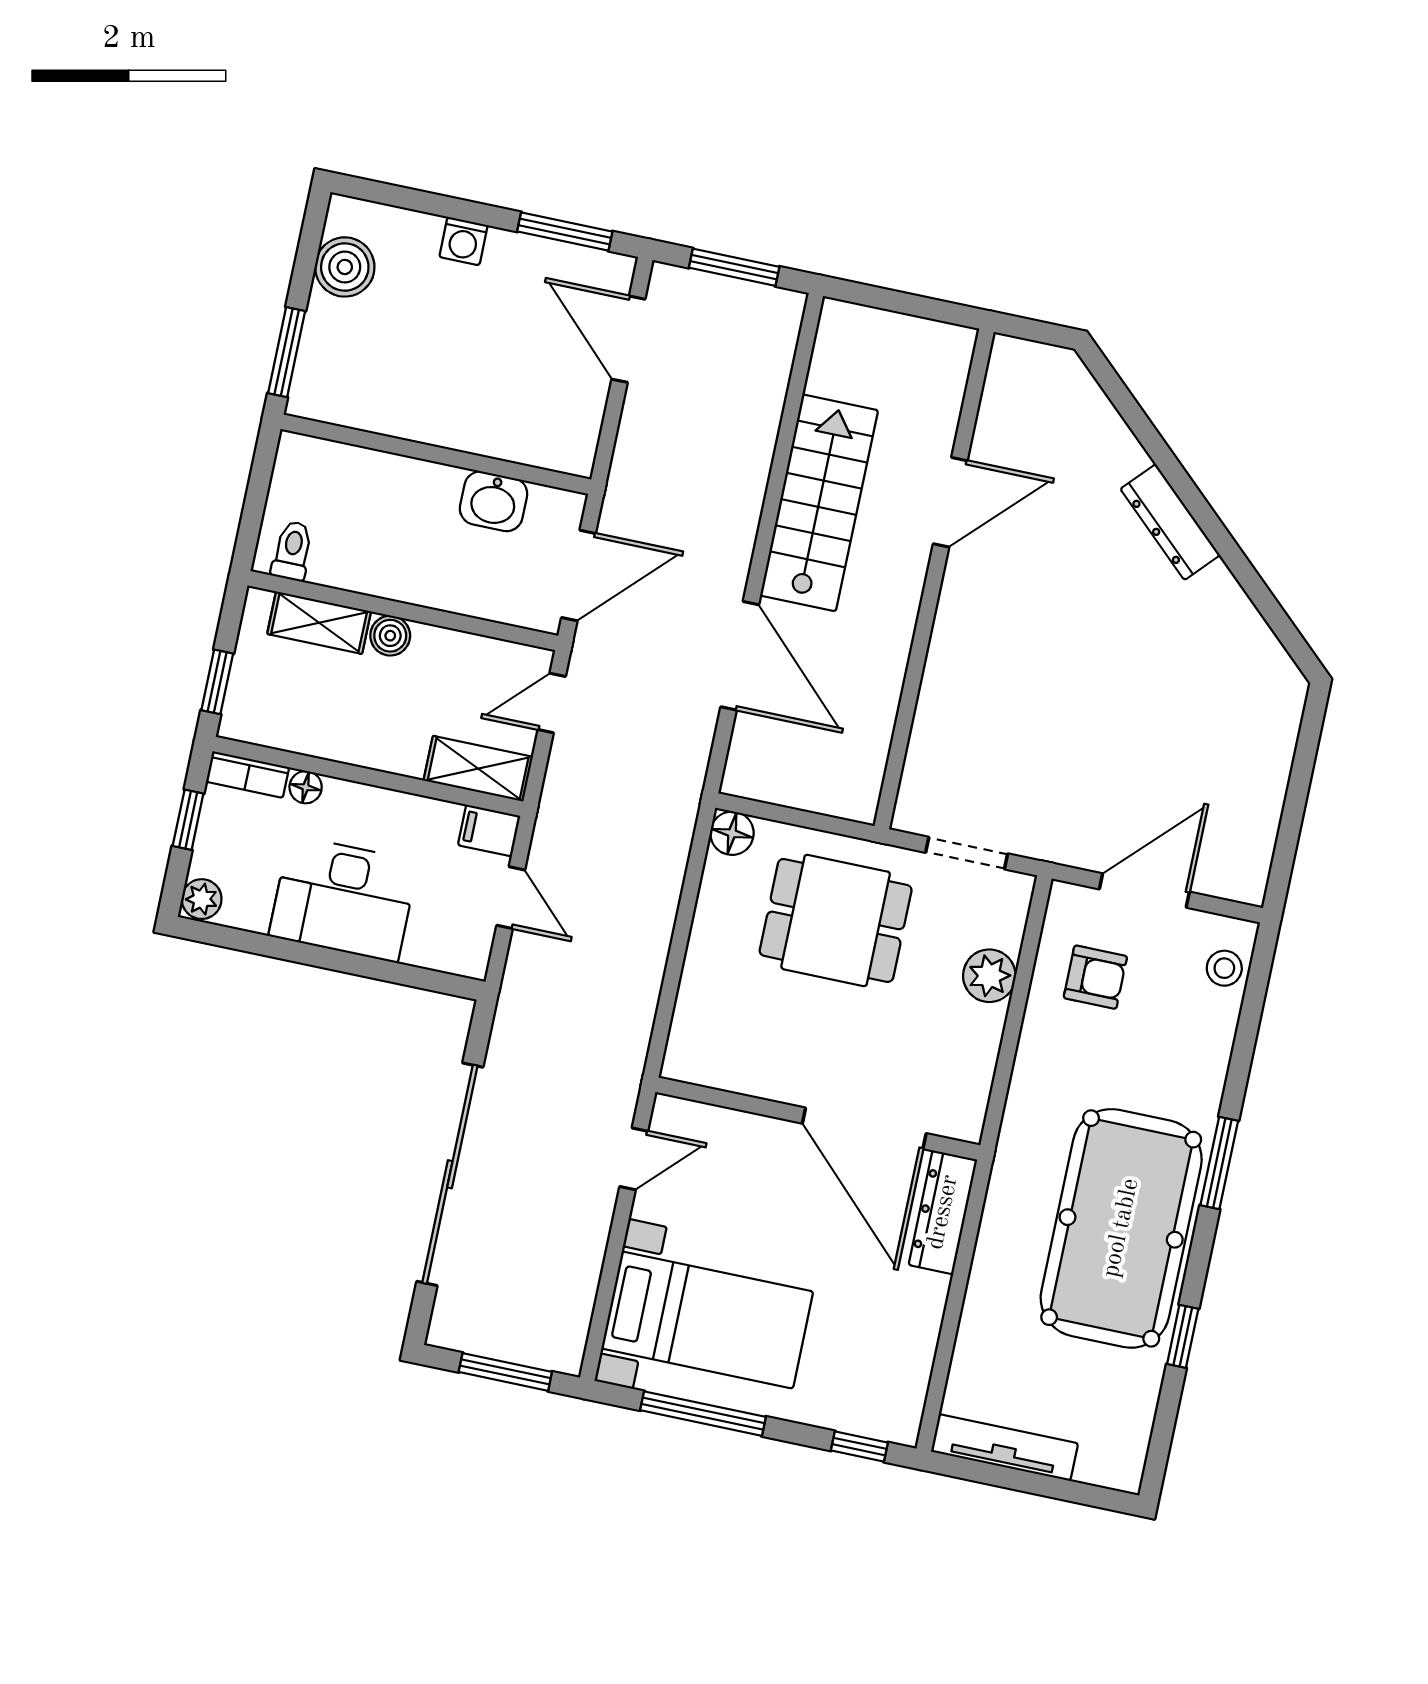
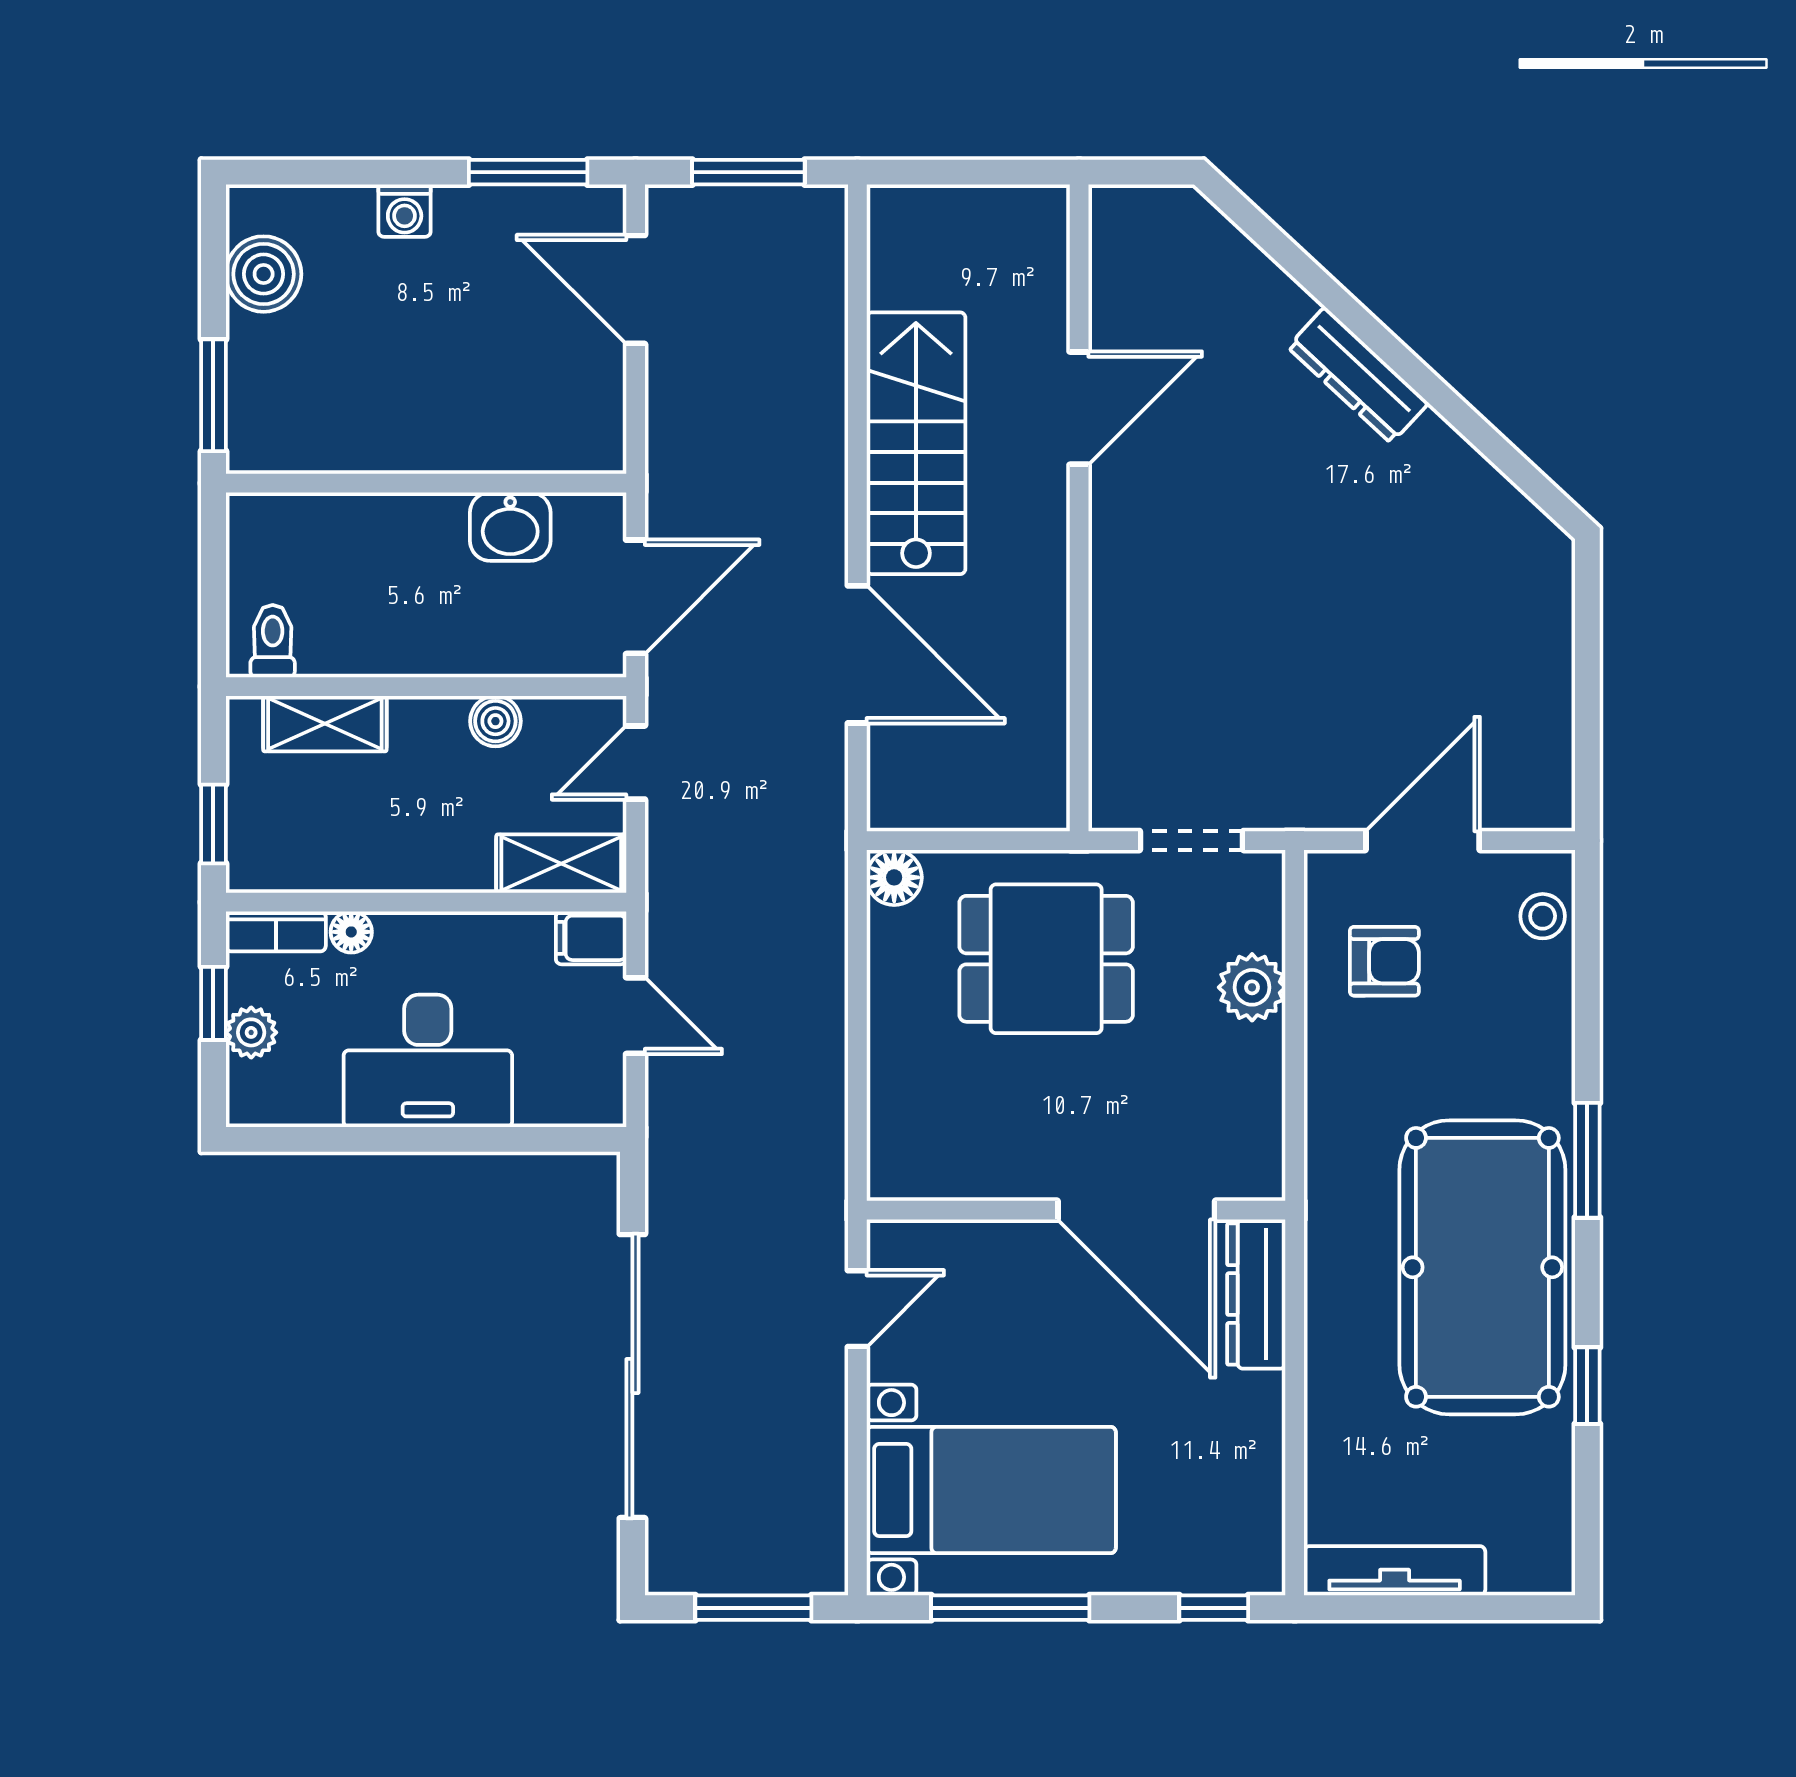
boiler: (390, 636) -> (495, 721), moved
plant: (202, 899) -> (251, 1032), moved

